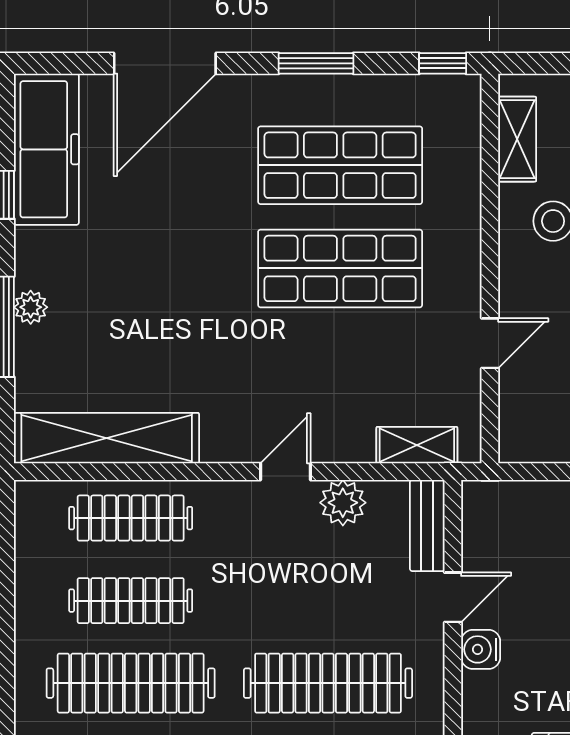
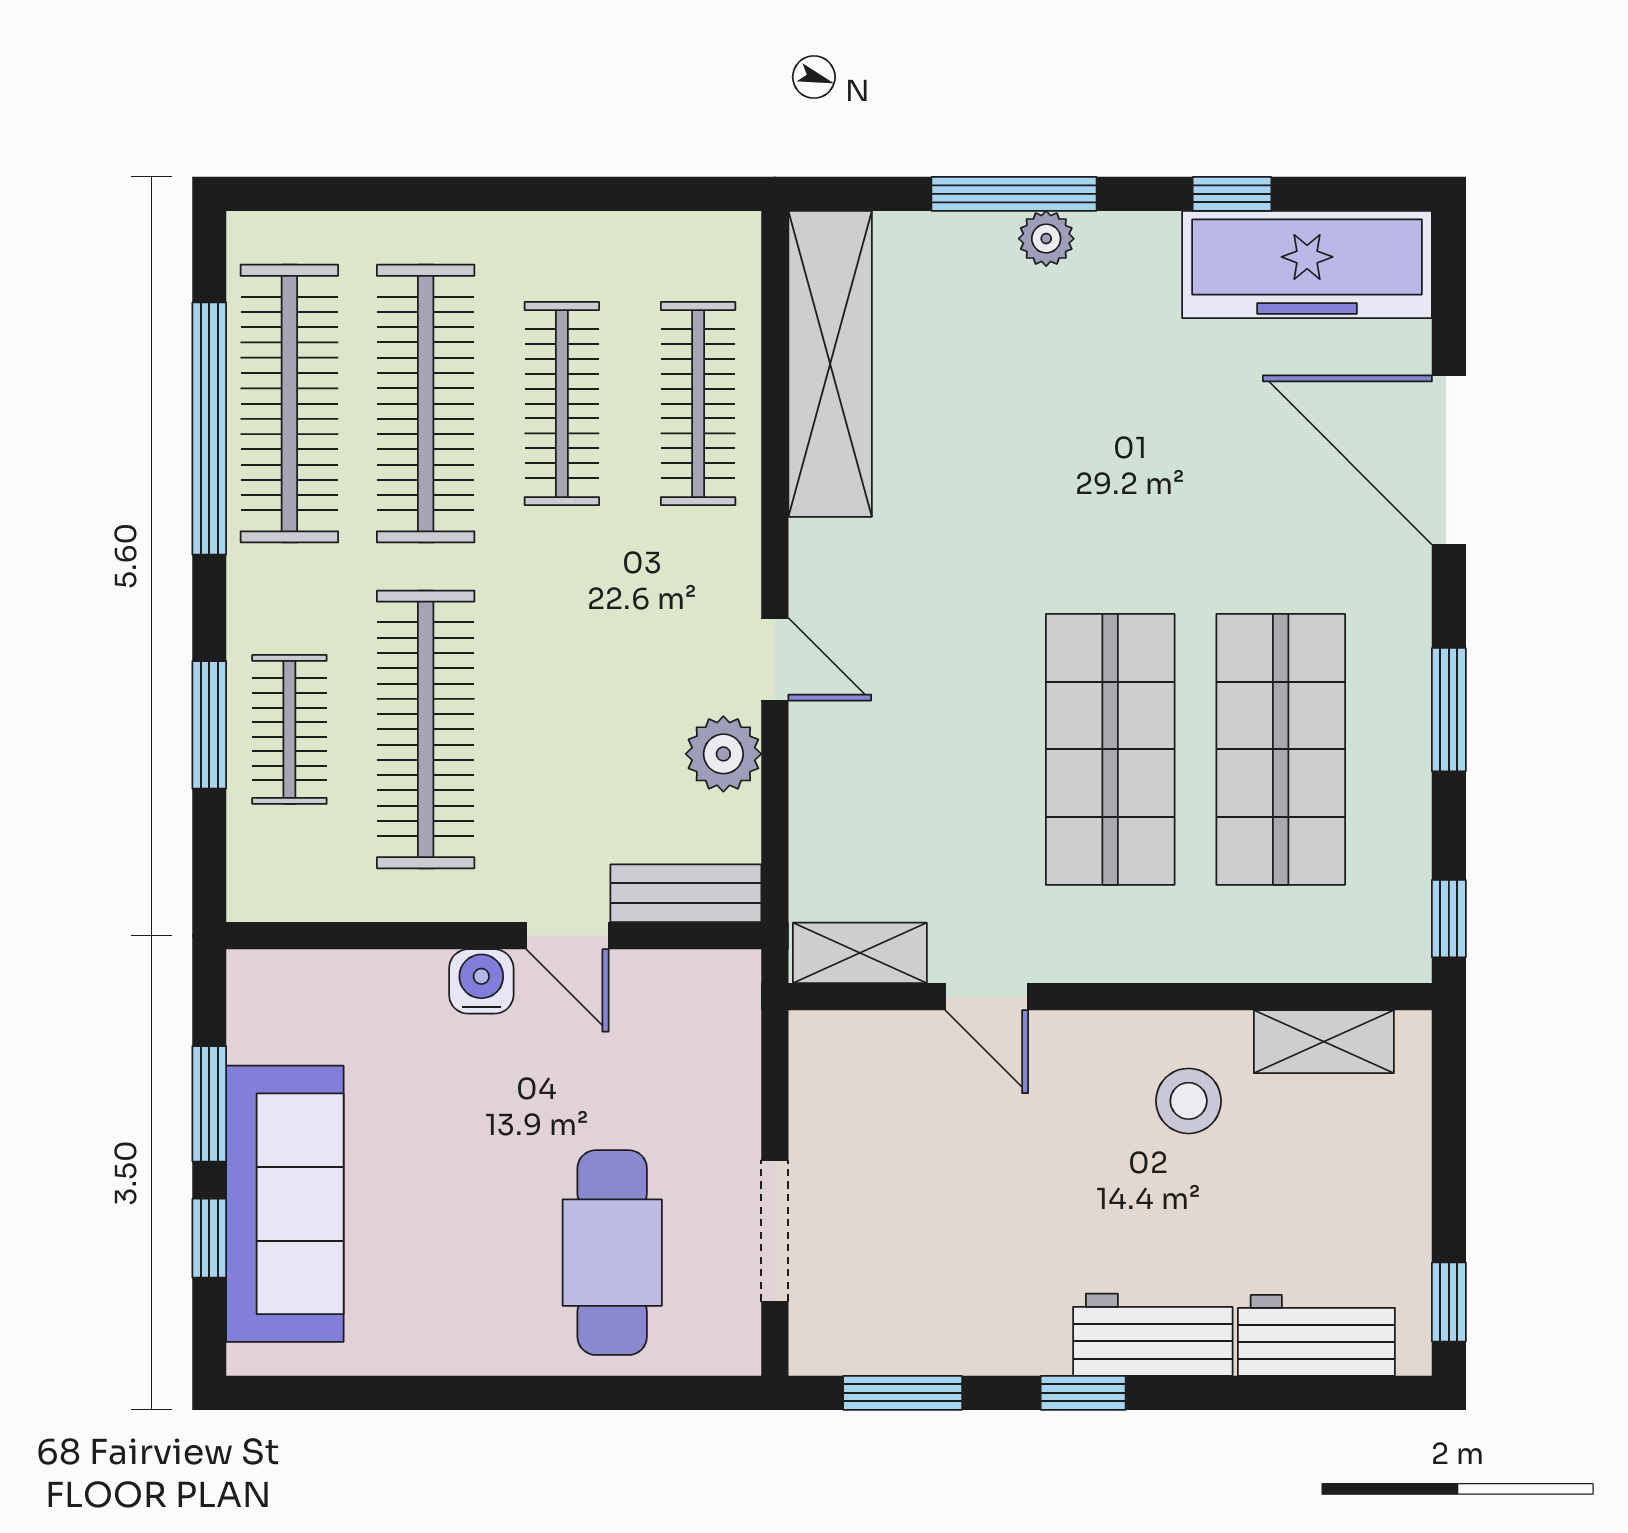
shelving: (417, 445) -> (860, 953), moved, turned 90

